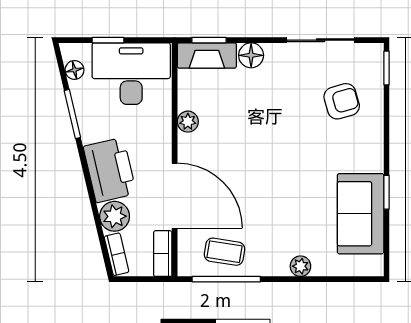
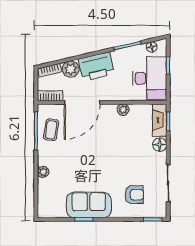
armchair: (342, 101) -> (134, 195), turned -74
sofa: (361, 214) -> (89, 205), moved

